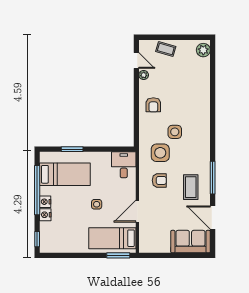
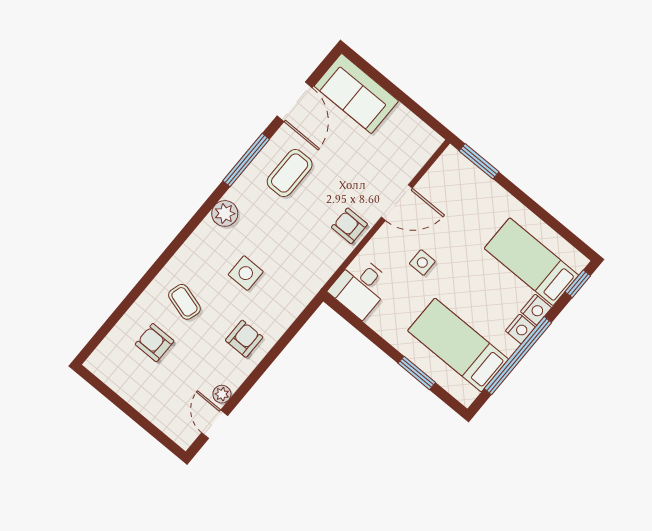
coffee table: (166, 49) -> (184, 302), moved
plant: (203, 50) -> (225, 213), moved
armchair: (188, 73) -> (155, 343), added
side table: (160, 153) -> (292, 260), removed
armchair: (159, 180) -> (349, 226), moved
side table: (97, 204) -> (422, 263), moved
bed: (112, 238) -> (531, 262), moved, turned 180

